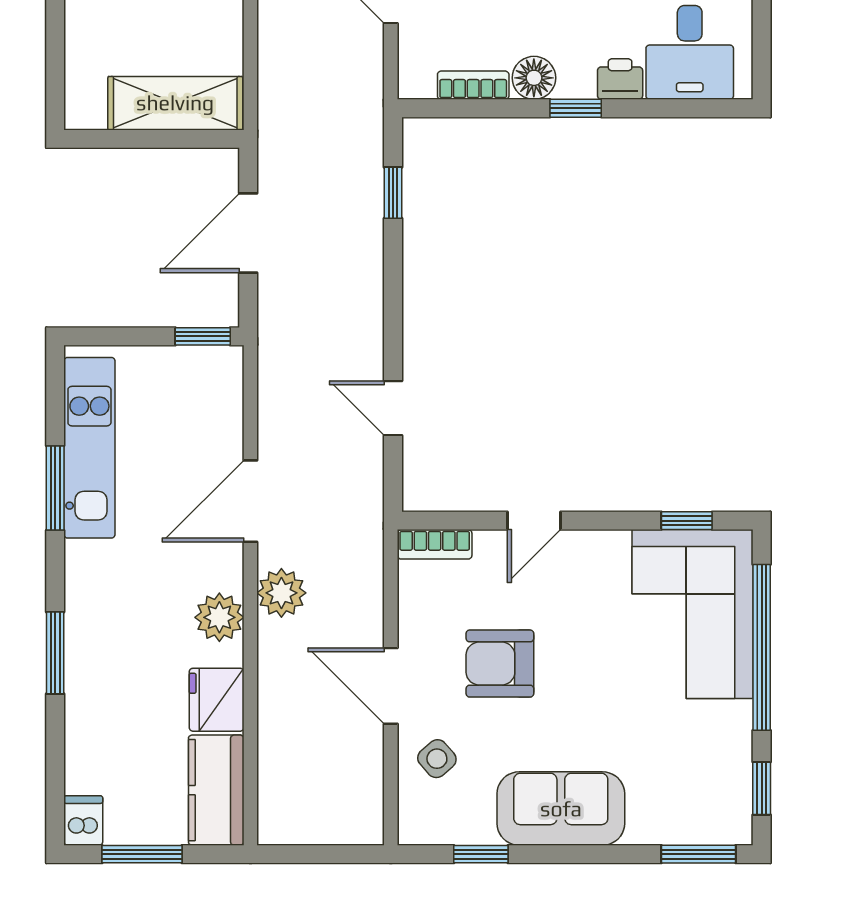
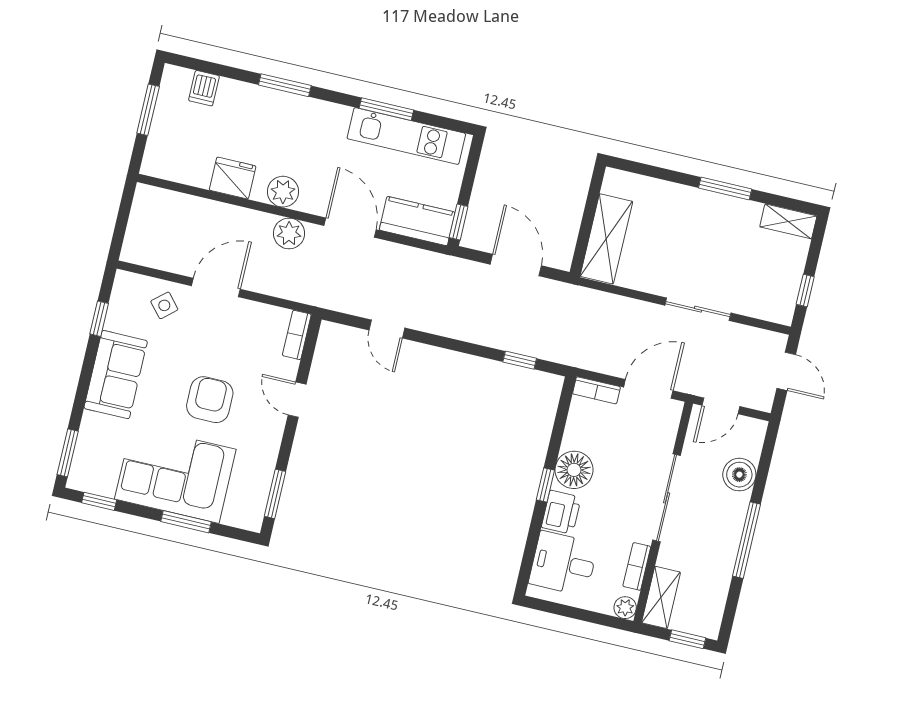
floor lamp: (534, 78) -> (574, 470), width x1.38, depth x1.38
printer: (620, 79) -> (561, 512), width x1.36, depth x1.24
bookcase: (473, 85) -> (597, 390), moved, turned 90
door: (393, 408) -> (387, 329), swing flipped
window: (687, 521) -> (275, 494), width x1.50
corner sofa: (692, 614) -> (175, 474), moved
window: (762, 647) -> (186, 522), width x0.47
armchair: (500, 664) -> (210, 400), moved
kitchen counter: (216, 790) -> (417, 221), moved
dishwasher: (83, 820) -> (204, 88), moved, turned 90

